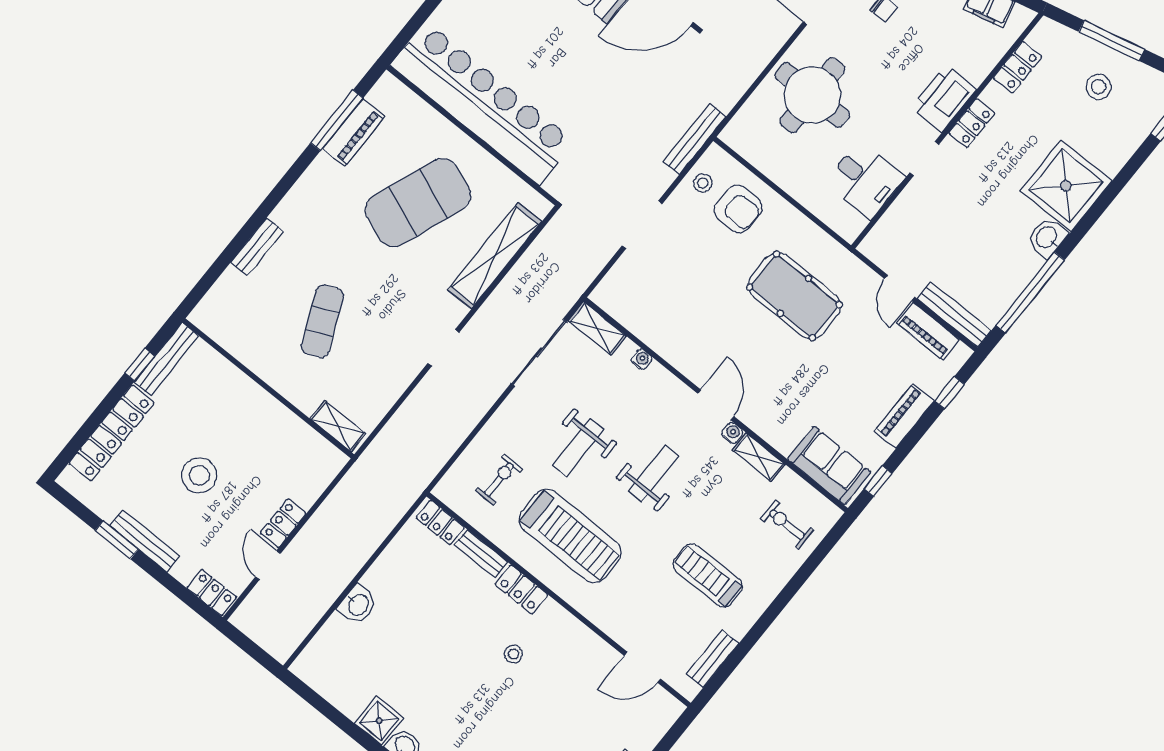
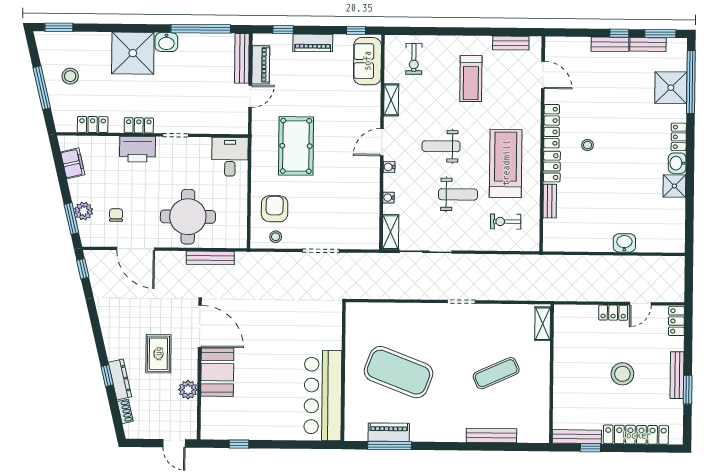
bar counter: (482, 103) -> (323, 396), width x0.73
bench: (695, 139) -> (210, 258), moved
desk: (865, 180) -> (230, 157), moved
bench: (257, 247) -> (491, 436), width x1.36
shelving: (495, 256) -> (395, 313), removed
water cooler: (732, 433) -> (389, 167), moved
locker: (440, 522) -> (552, 126), moved, width x1.53

